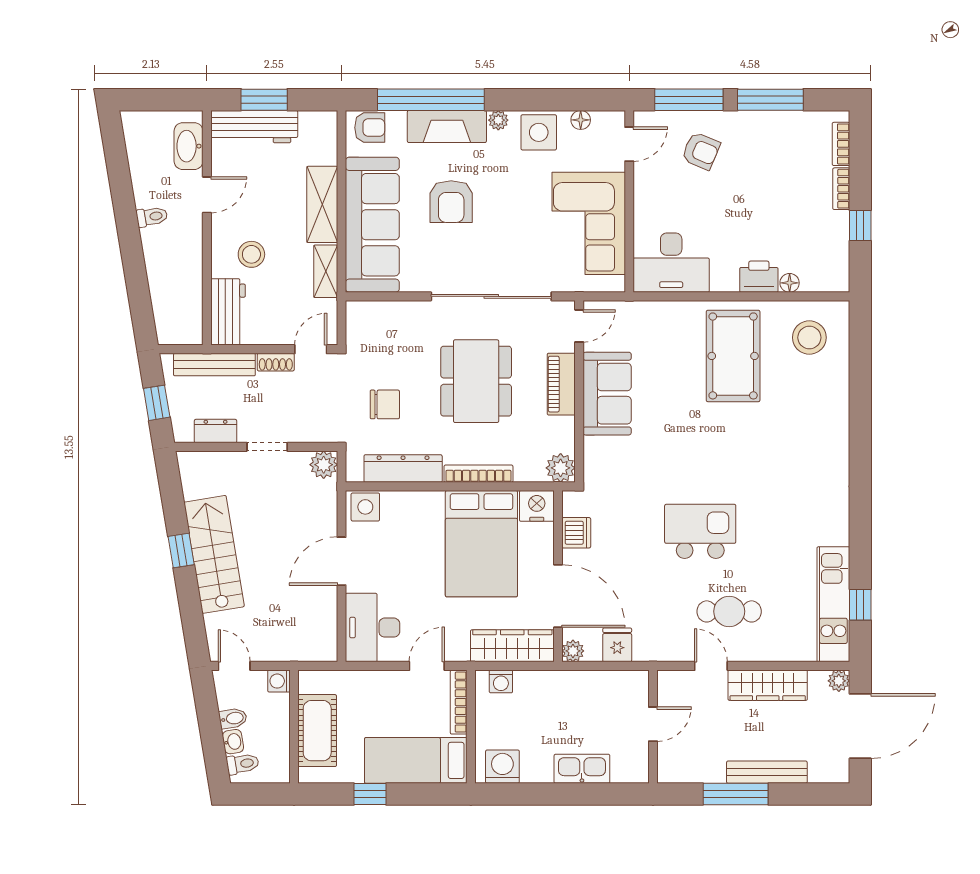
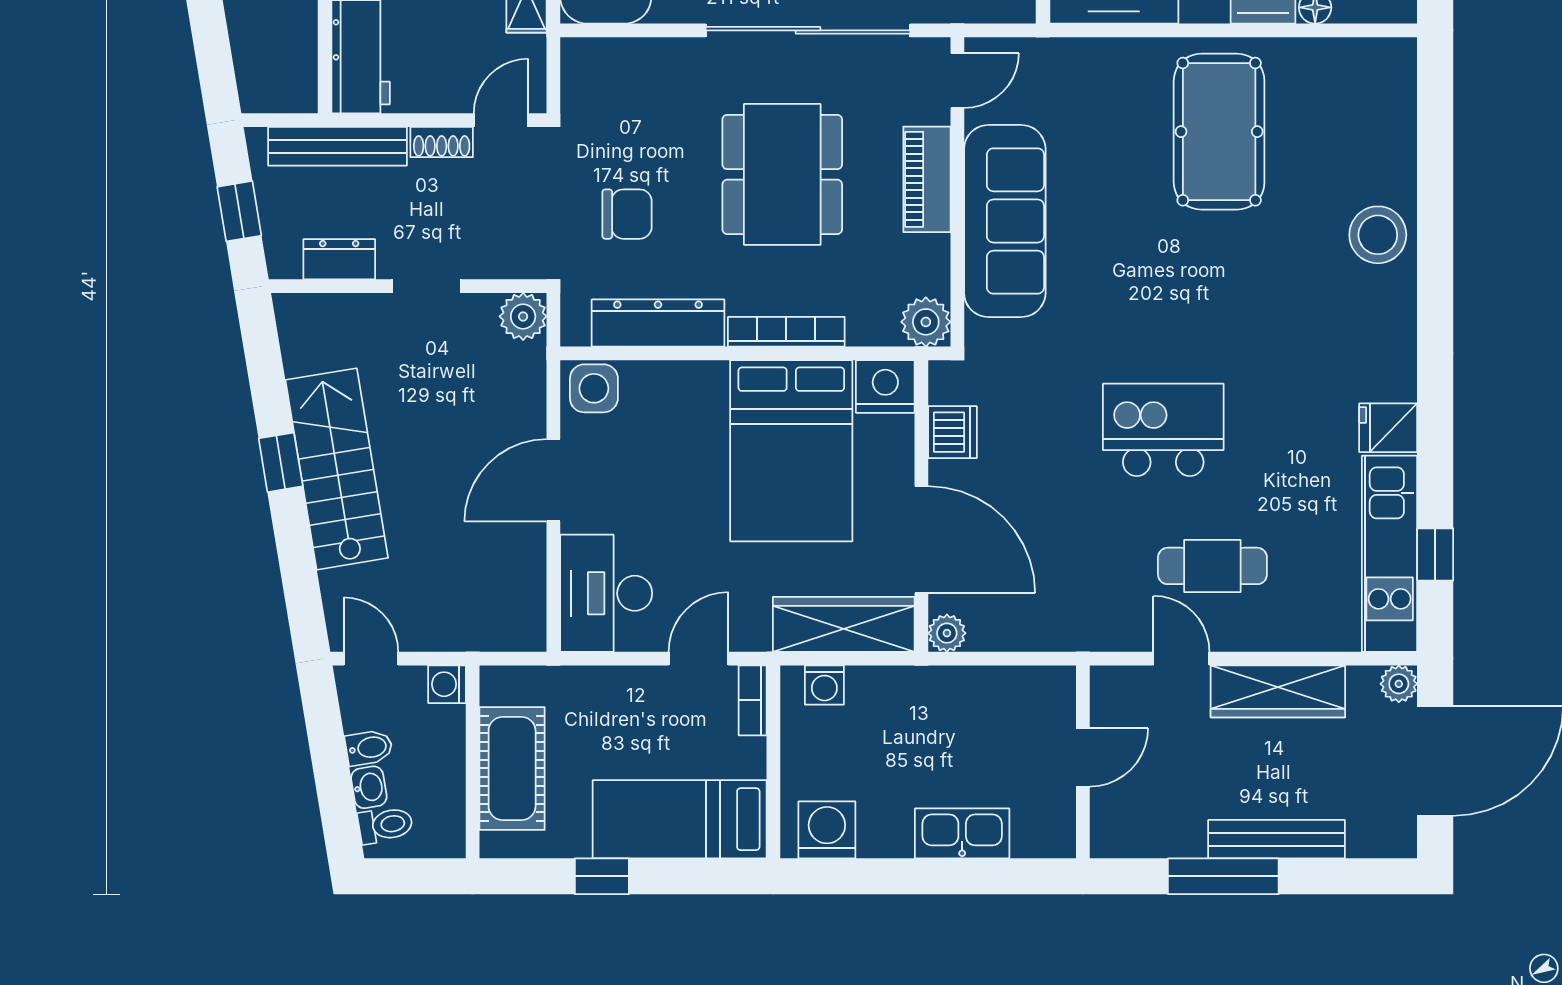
stool: (809, 338) -> (1378, 235), moved
sofa: (607, 394) -> (1005, 221), width x1.36
fridge: (617, 645) -> (1388, 428), moved, turned -90
bookcase: (459, 702) -> (753, 700), width x0.64

